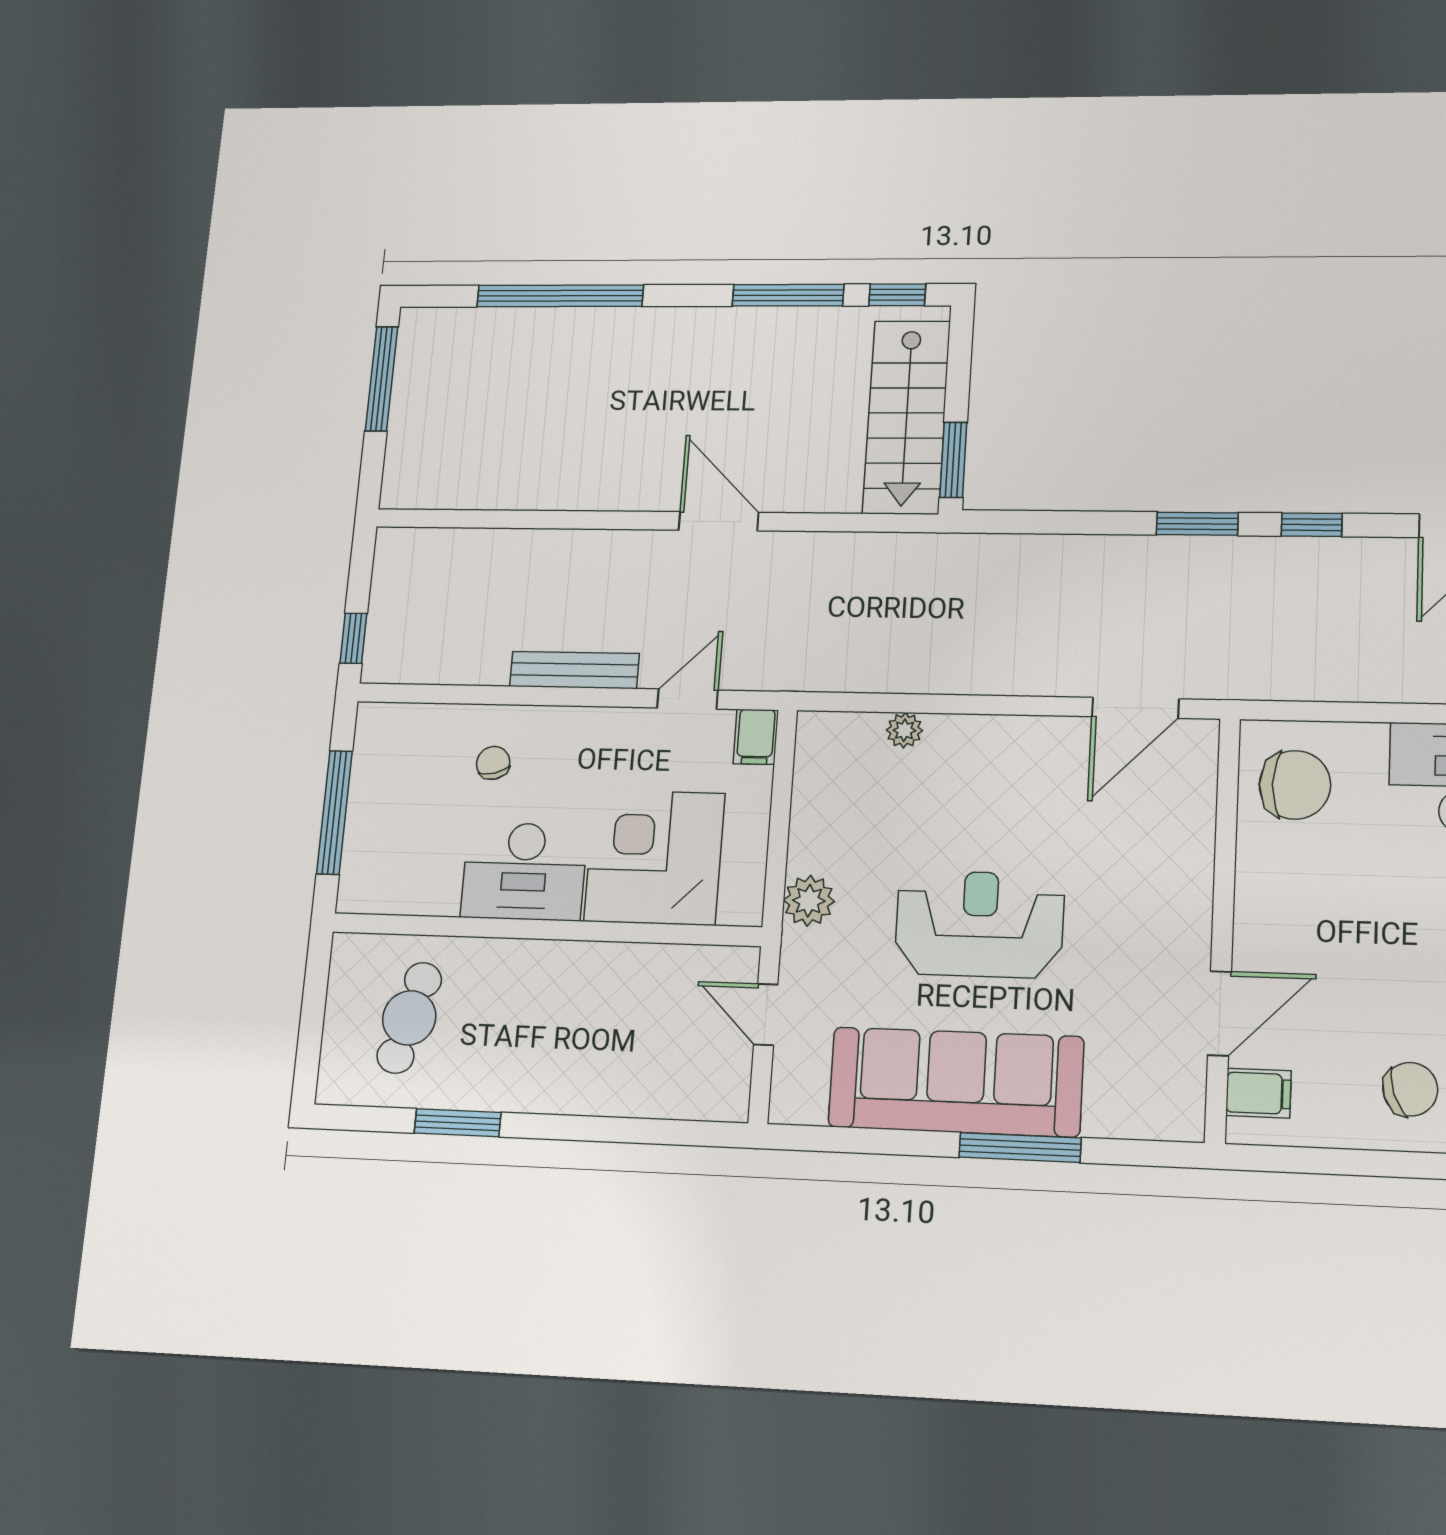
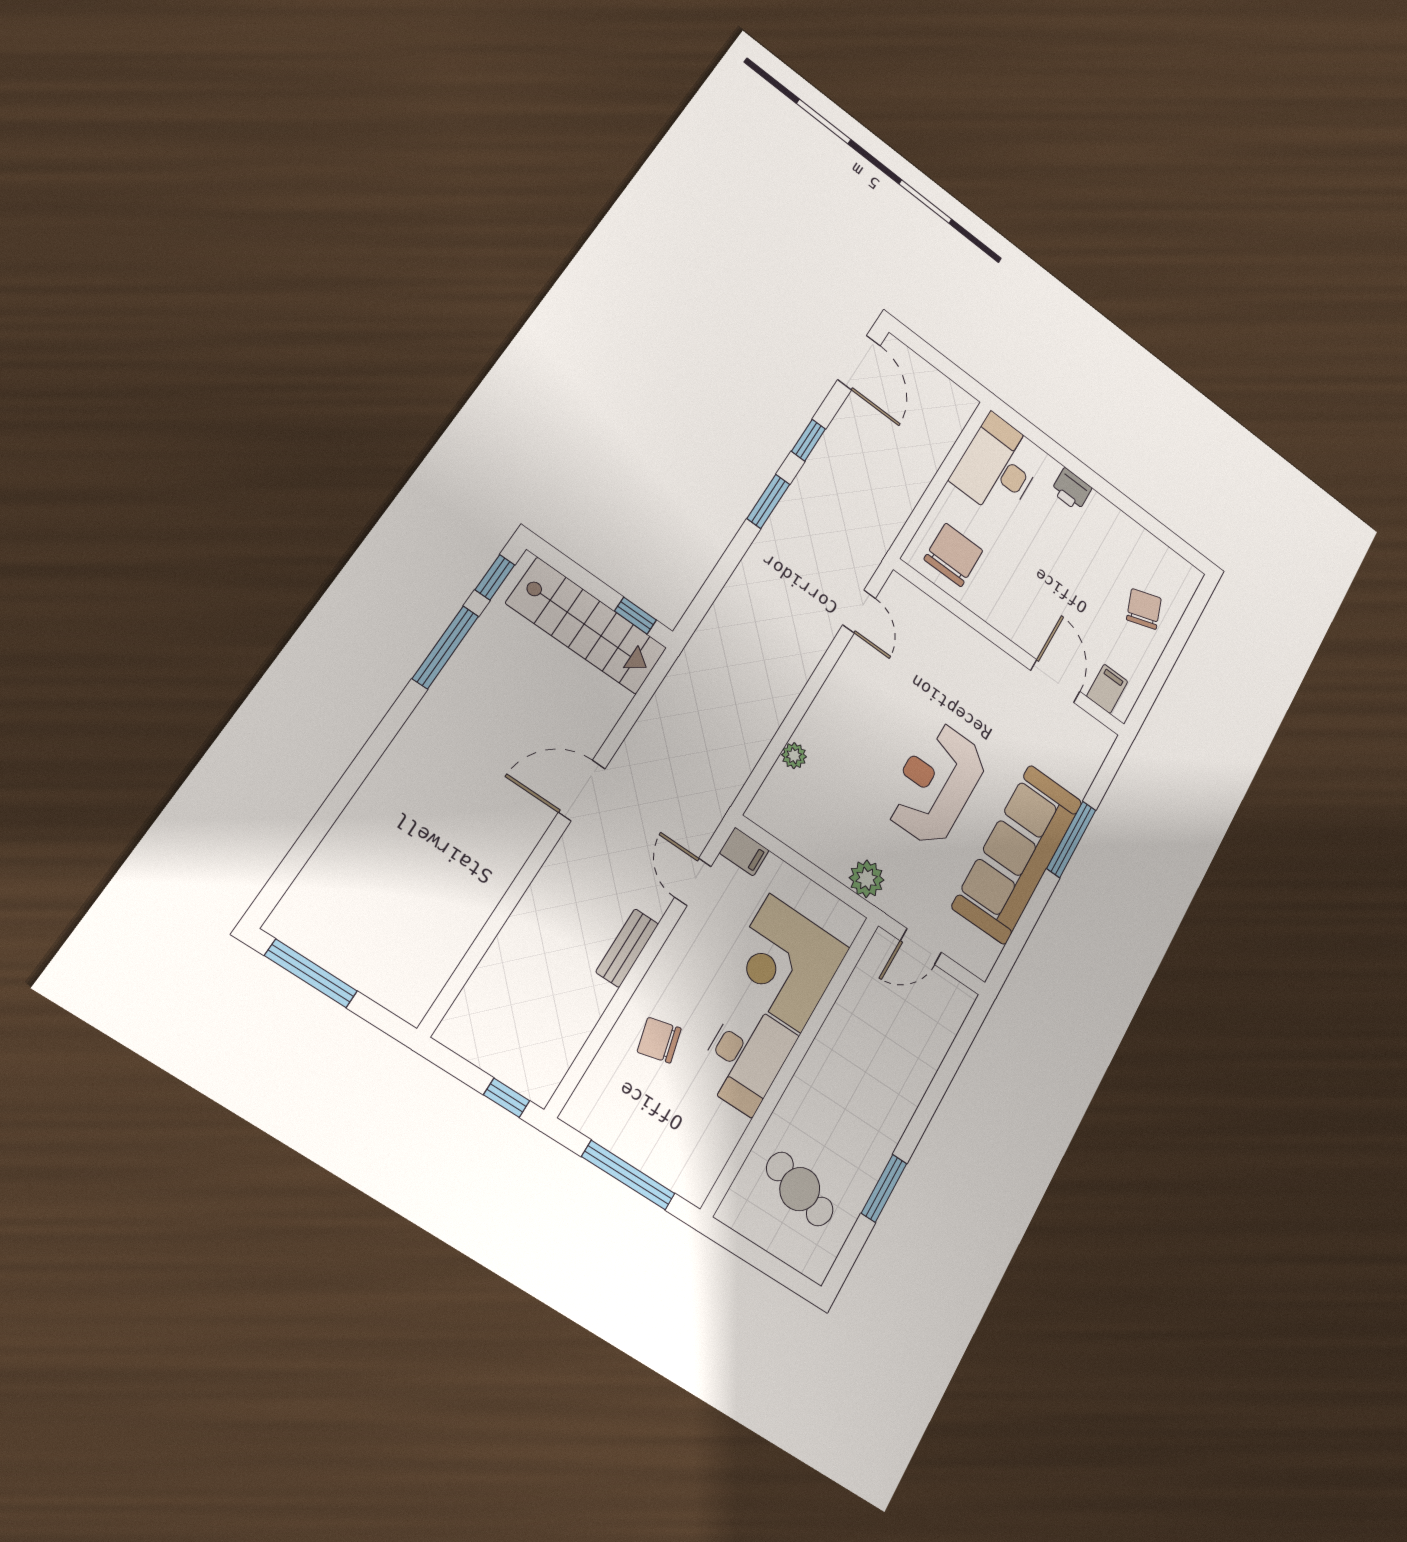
window: (560, 296) -> (335, 804), removed
window: (953, 460) -> (635, 616), width x0.67
bench: (574, 670) -> (627, 948), width x0.73
door: (1135, 708) -> (859, 612), width x0.73
chair: (493, 763) -> (659, 1040), width x1.37, depth x1.37

